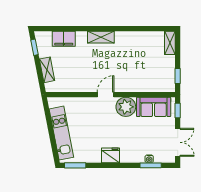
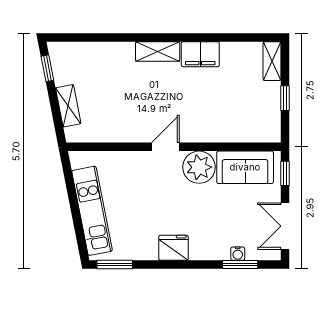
filing cabinet: (64, 39) -> (200, 54), moved
window: (178, 76) -> (285, 98), moved
double door: (178, 142) -> (285, 226), swing flipped

